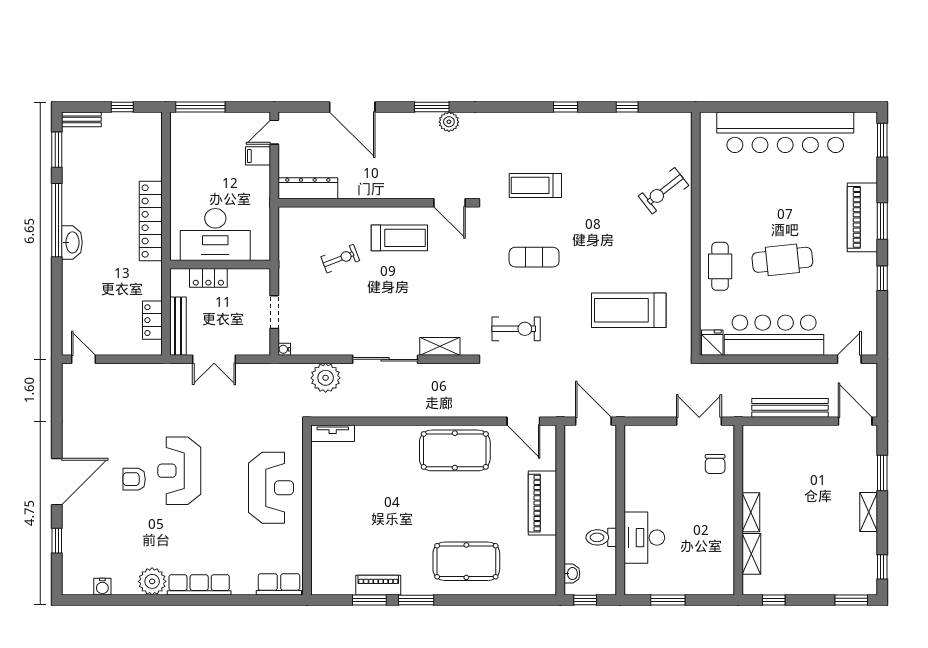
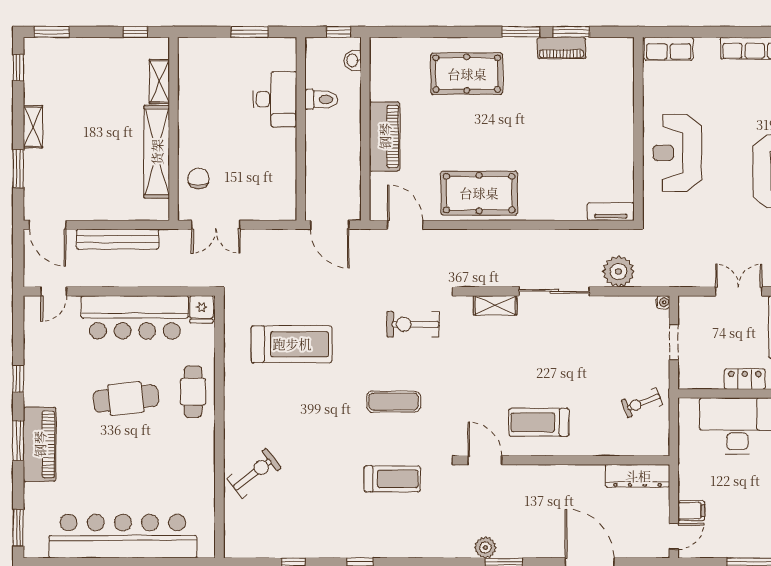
exercise bike: (340, 259) -> (642, 403), moved
shelving: (751, 512) -> (157, 152), width x2.20, depth x1.33

